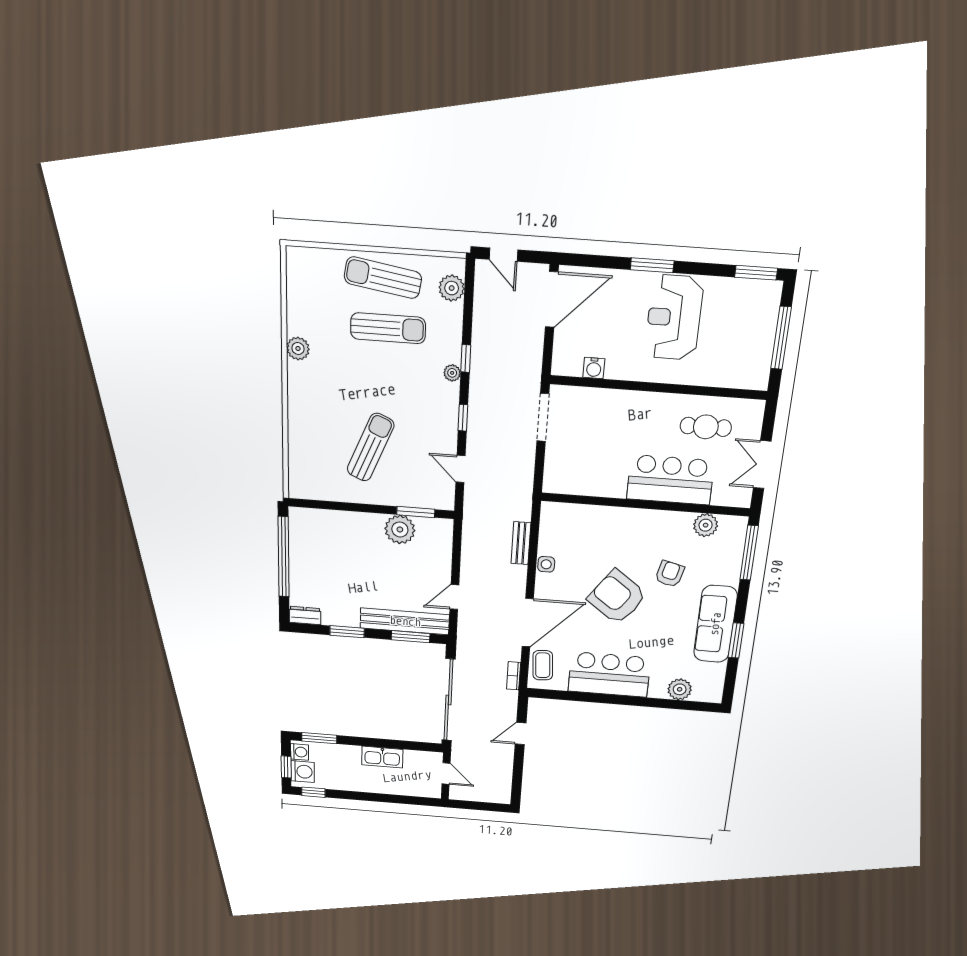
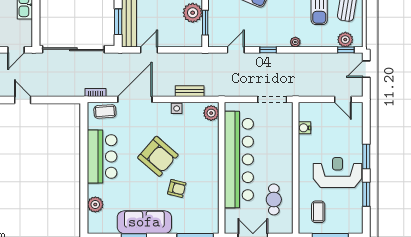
window: (756, 273) -> (366, 194), moved
door: (552, 300) -> (343, 99), width x0.53
coffee table: (736, 355) -> (318, 212), added
window: (466, 358) -> (346, 50), moved
bar counter: (670, 480) -> (239, 159), width x1.86
plant: (706, 525) -> (211, 113), moved
door: (454, 597) -> (149, 50), hinge flipped
armchair: (617, 597) -> (158, 156), turned 95
door: (528, 623) -> (135, 99), swing flipped
door: (521, 734) -> (23, 100), moved

